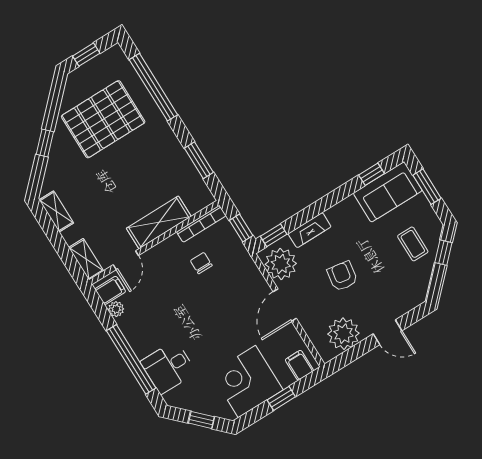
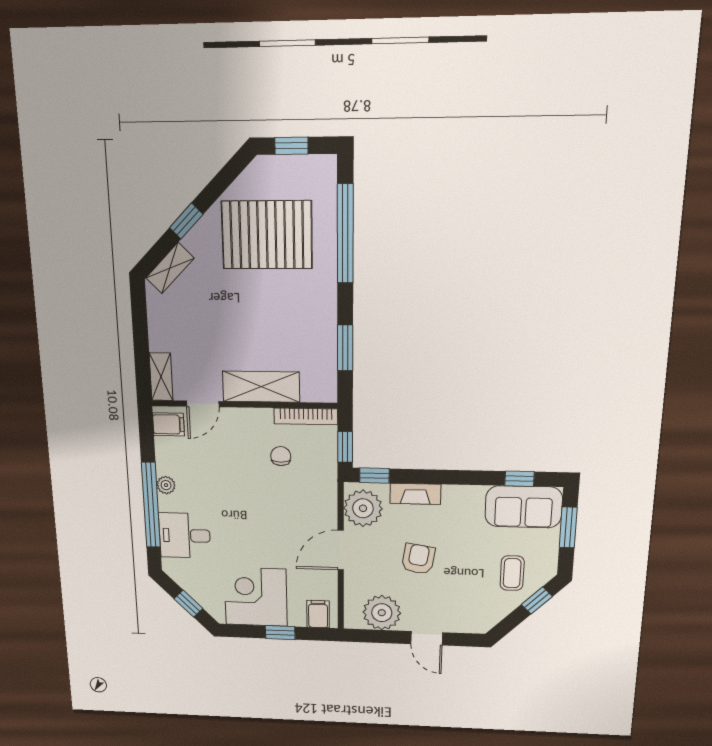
shelving: (56, 211) -> (170, 268), moved, turned 45
plant: (116, 309) -> (166, 485), moved

